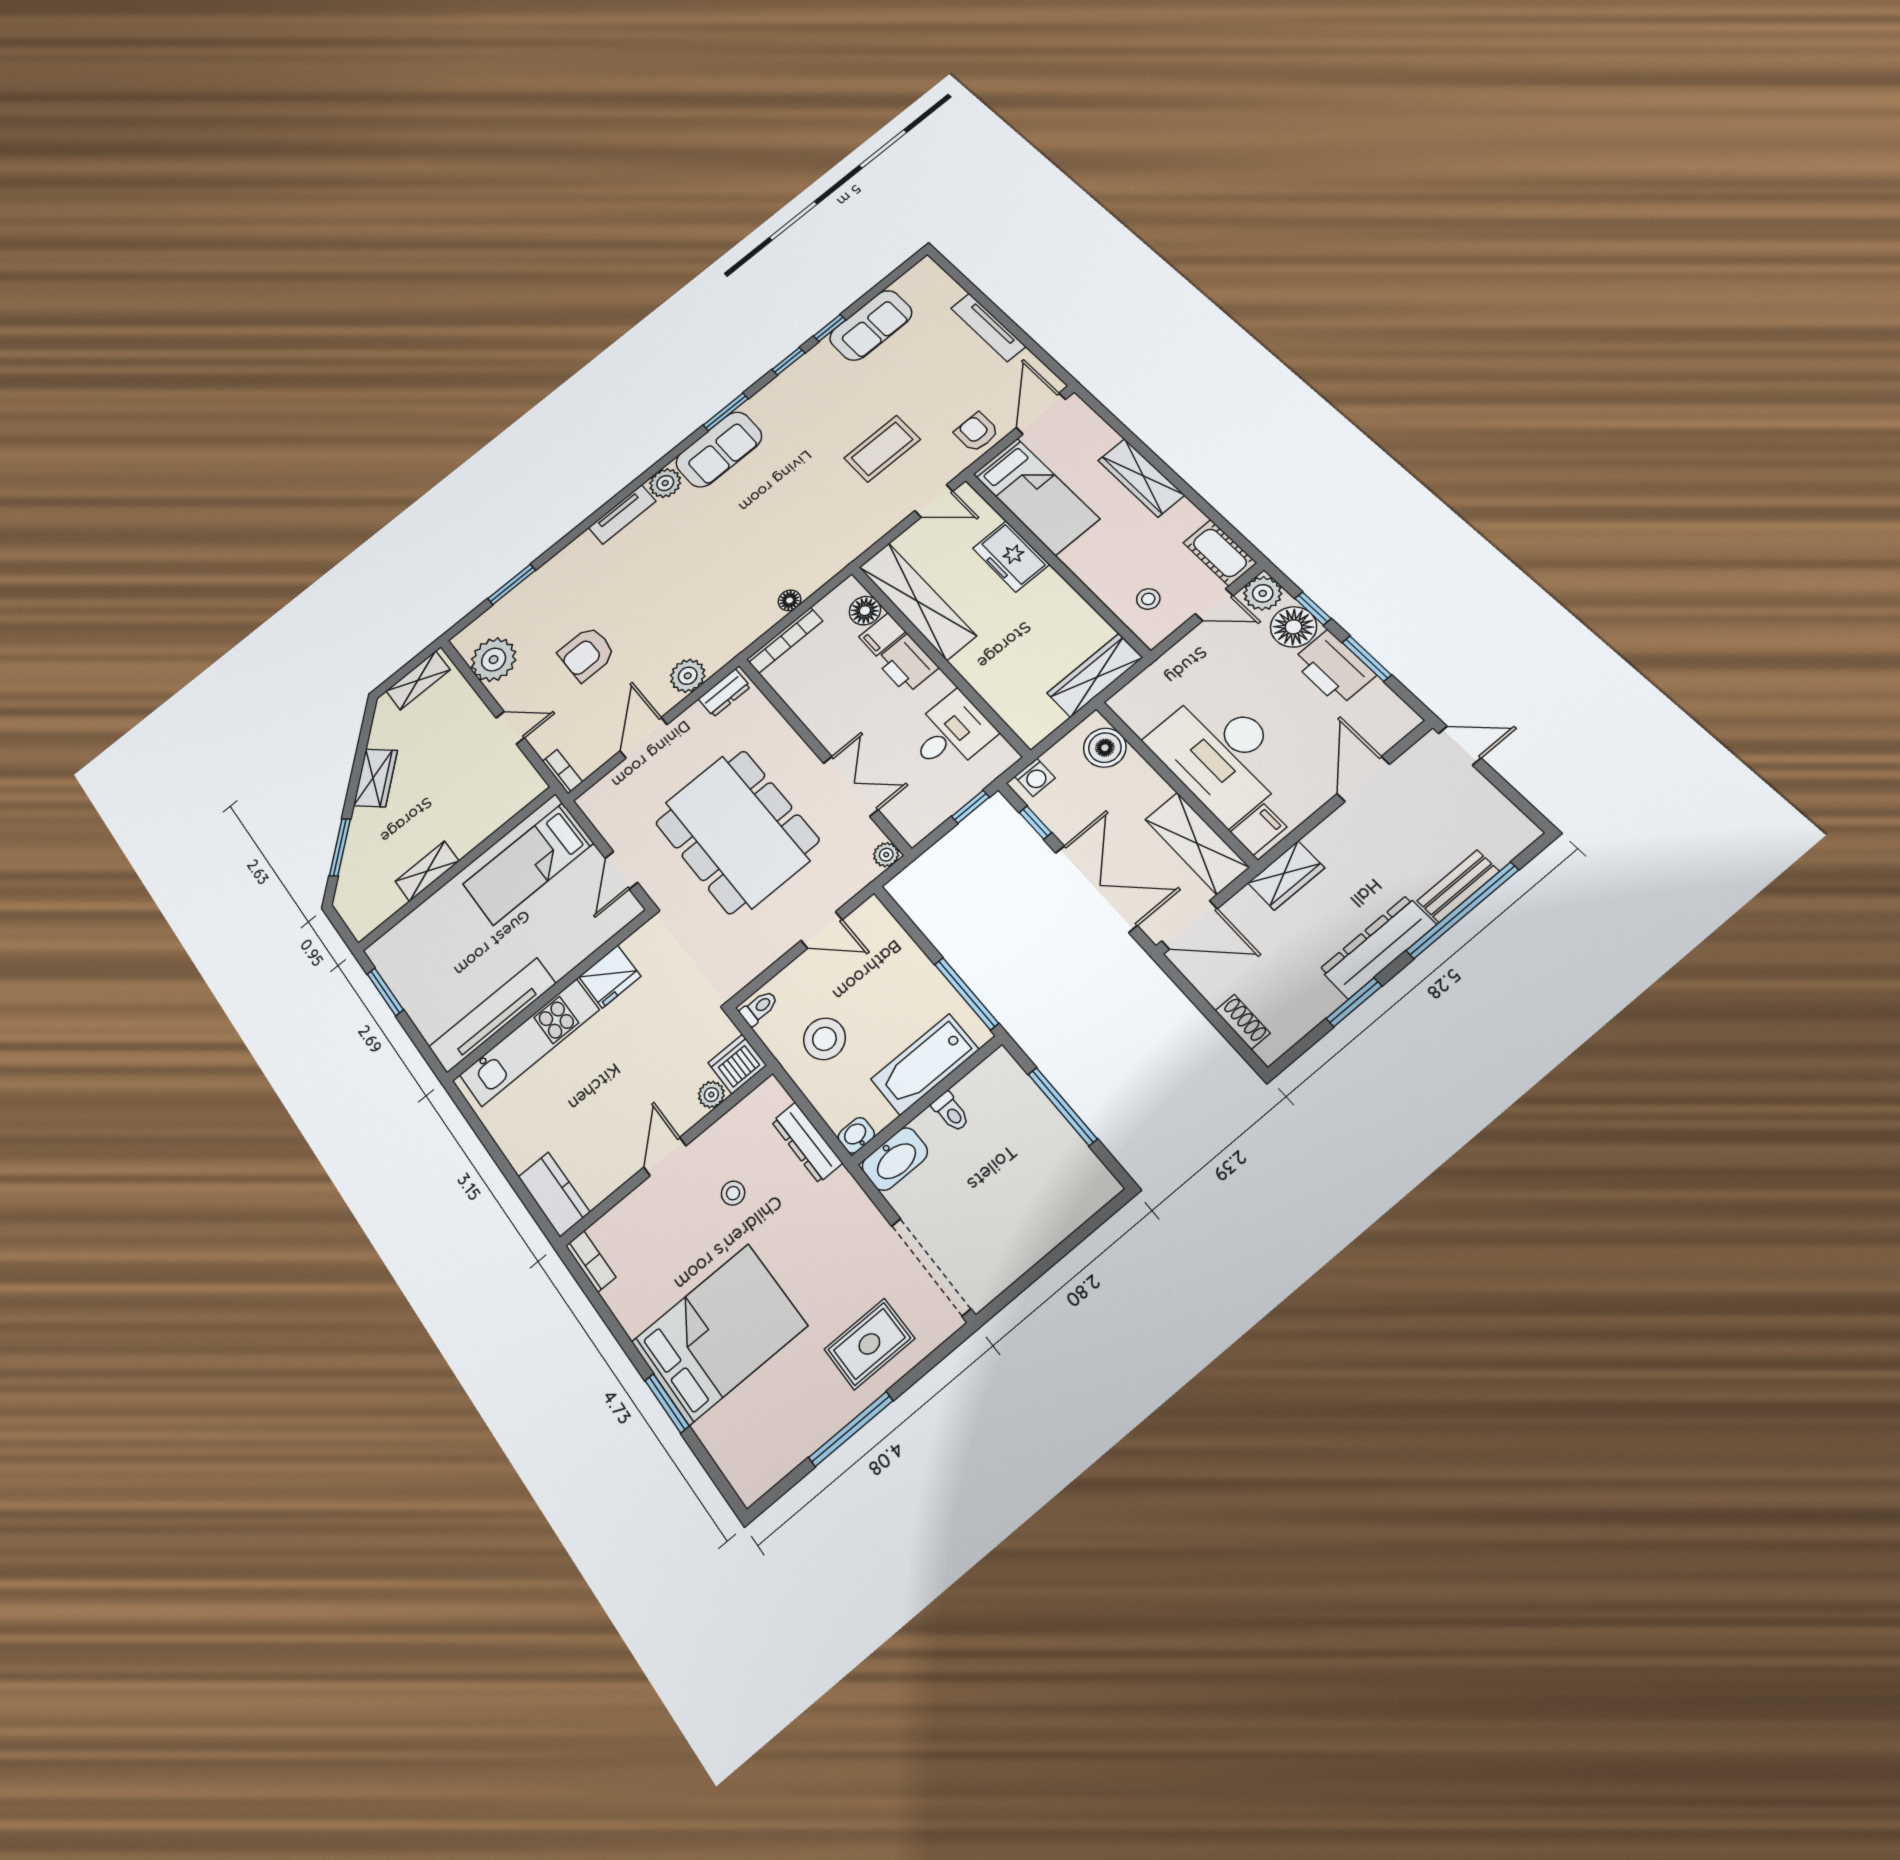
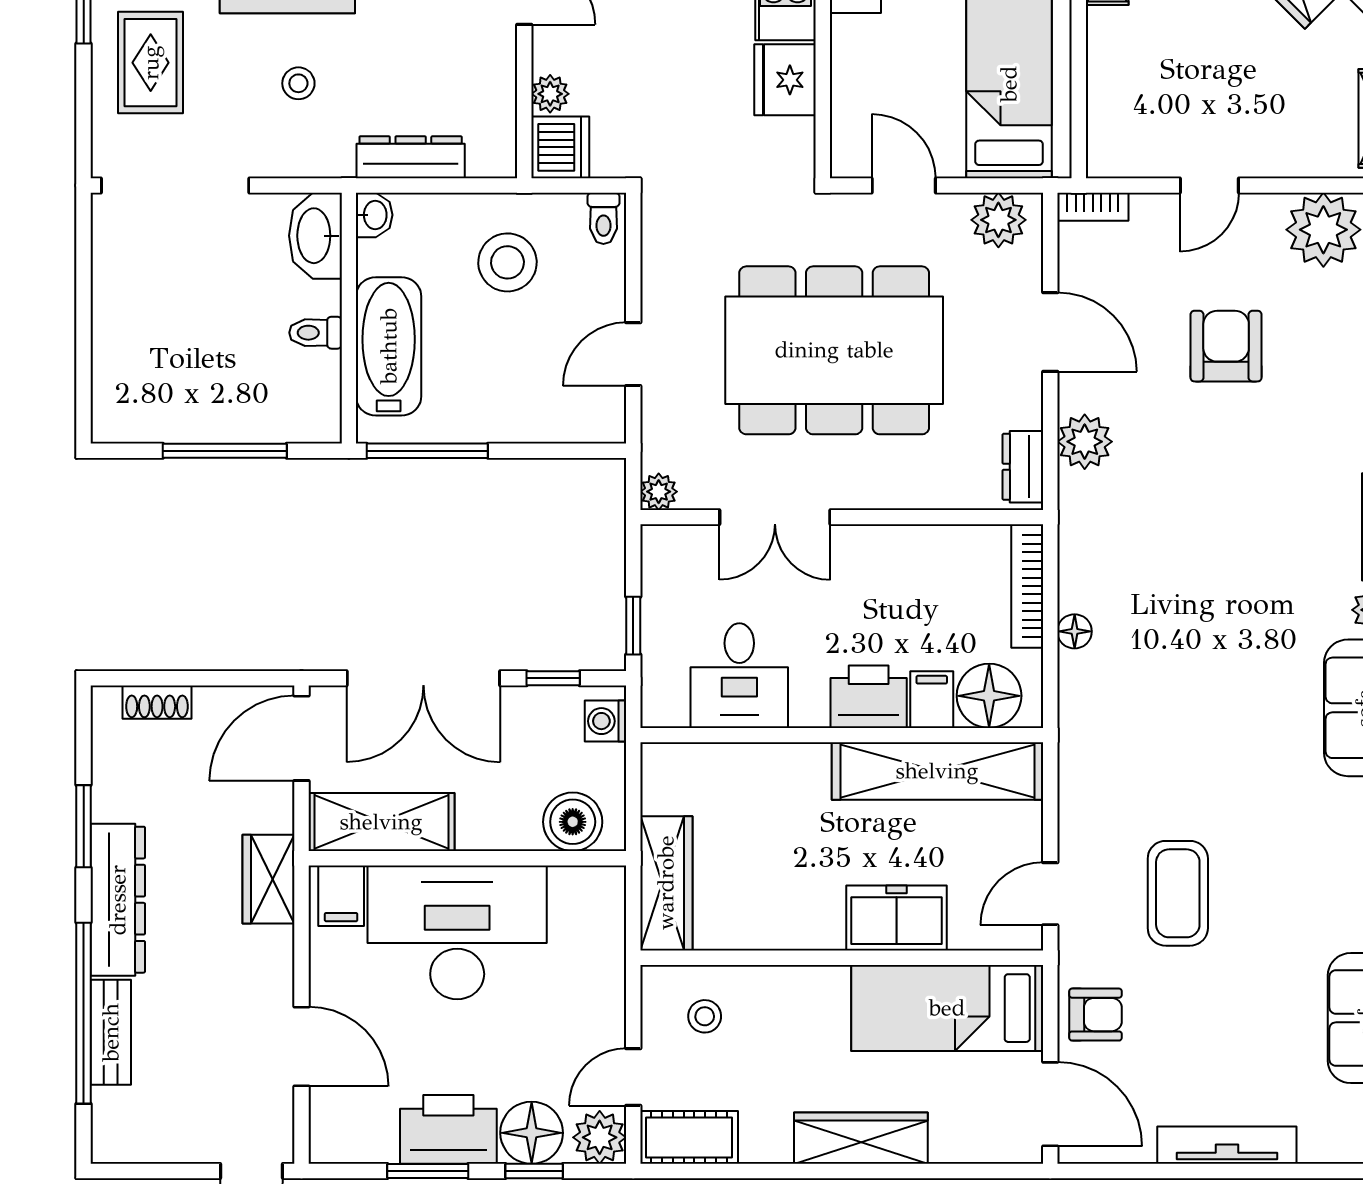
floor lamp: (865, 611) -> (989, 696), width x1.38, depth x1.38
plant: (604, 810) -> (998, 220), added
stool: (733, 1193) -> (298, 83), moved

